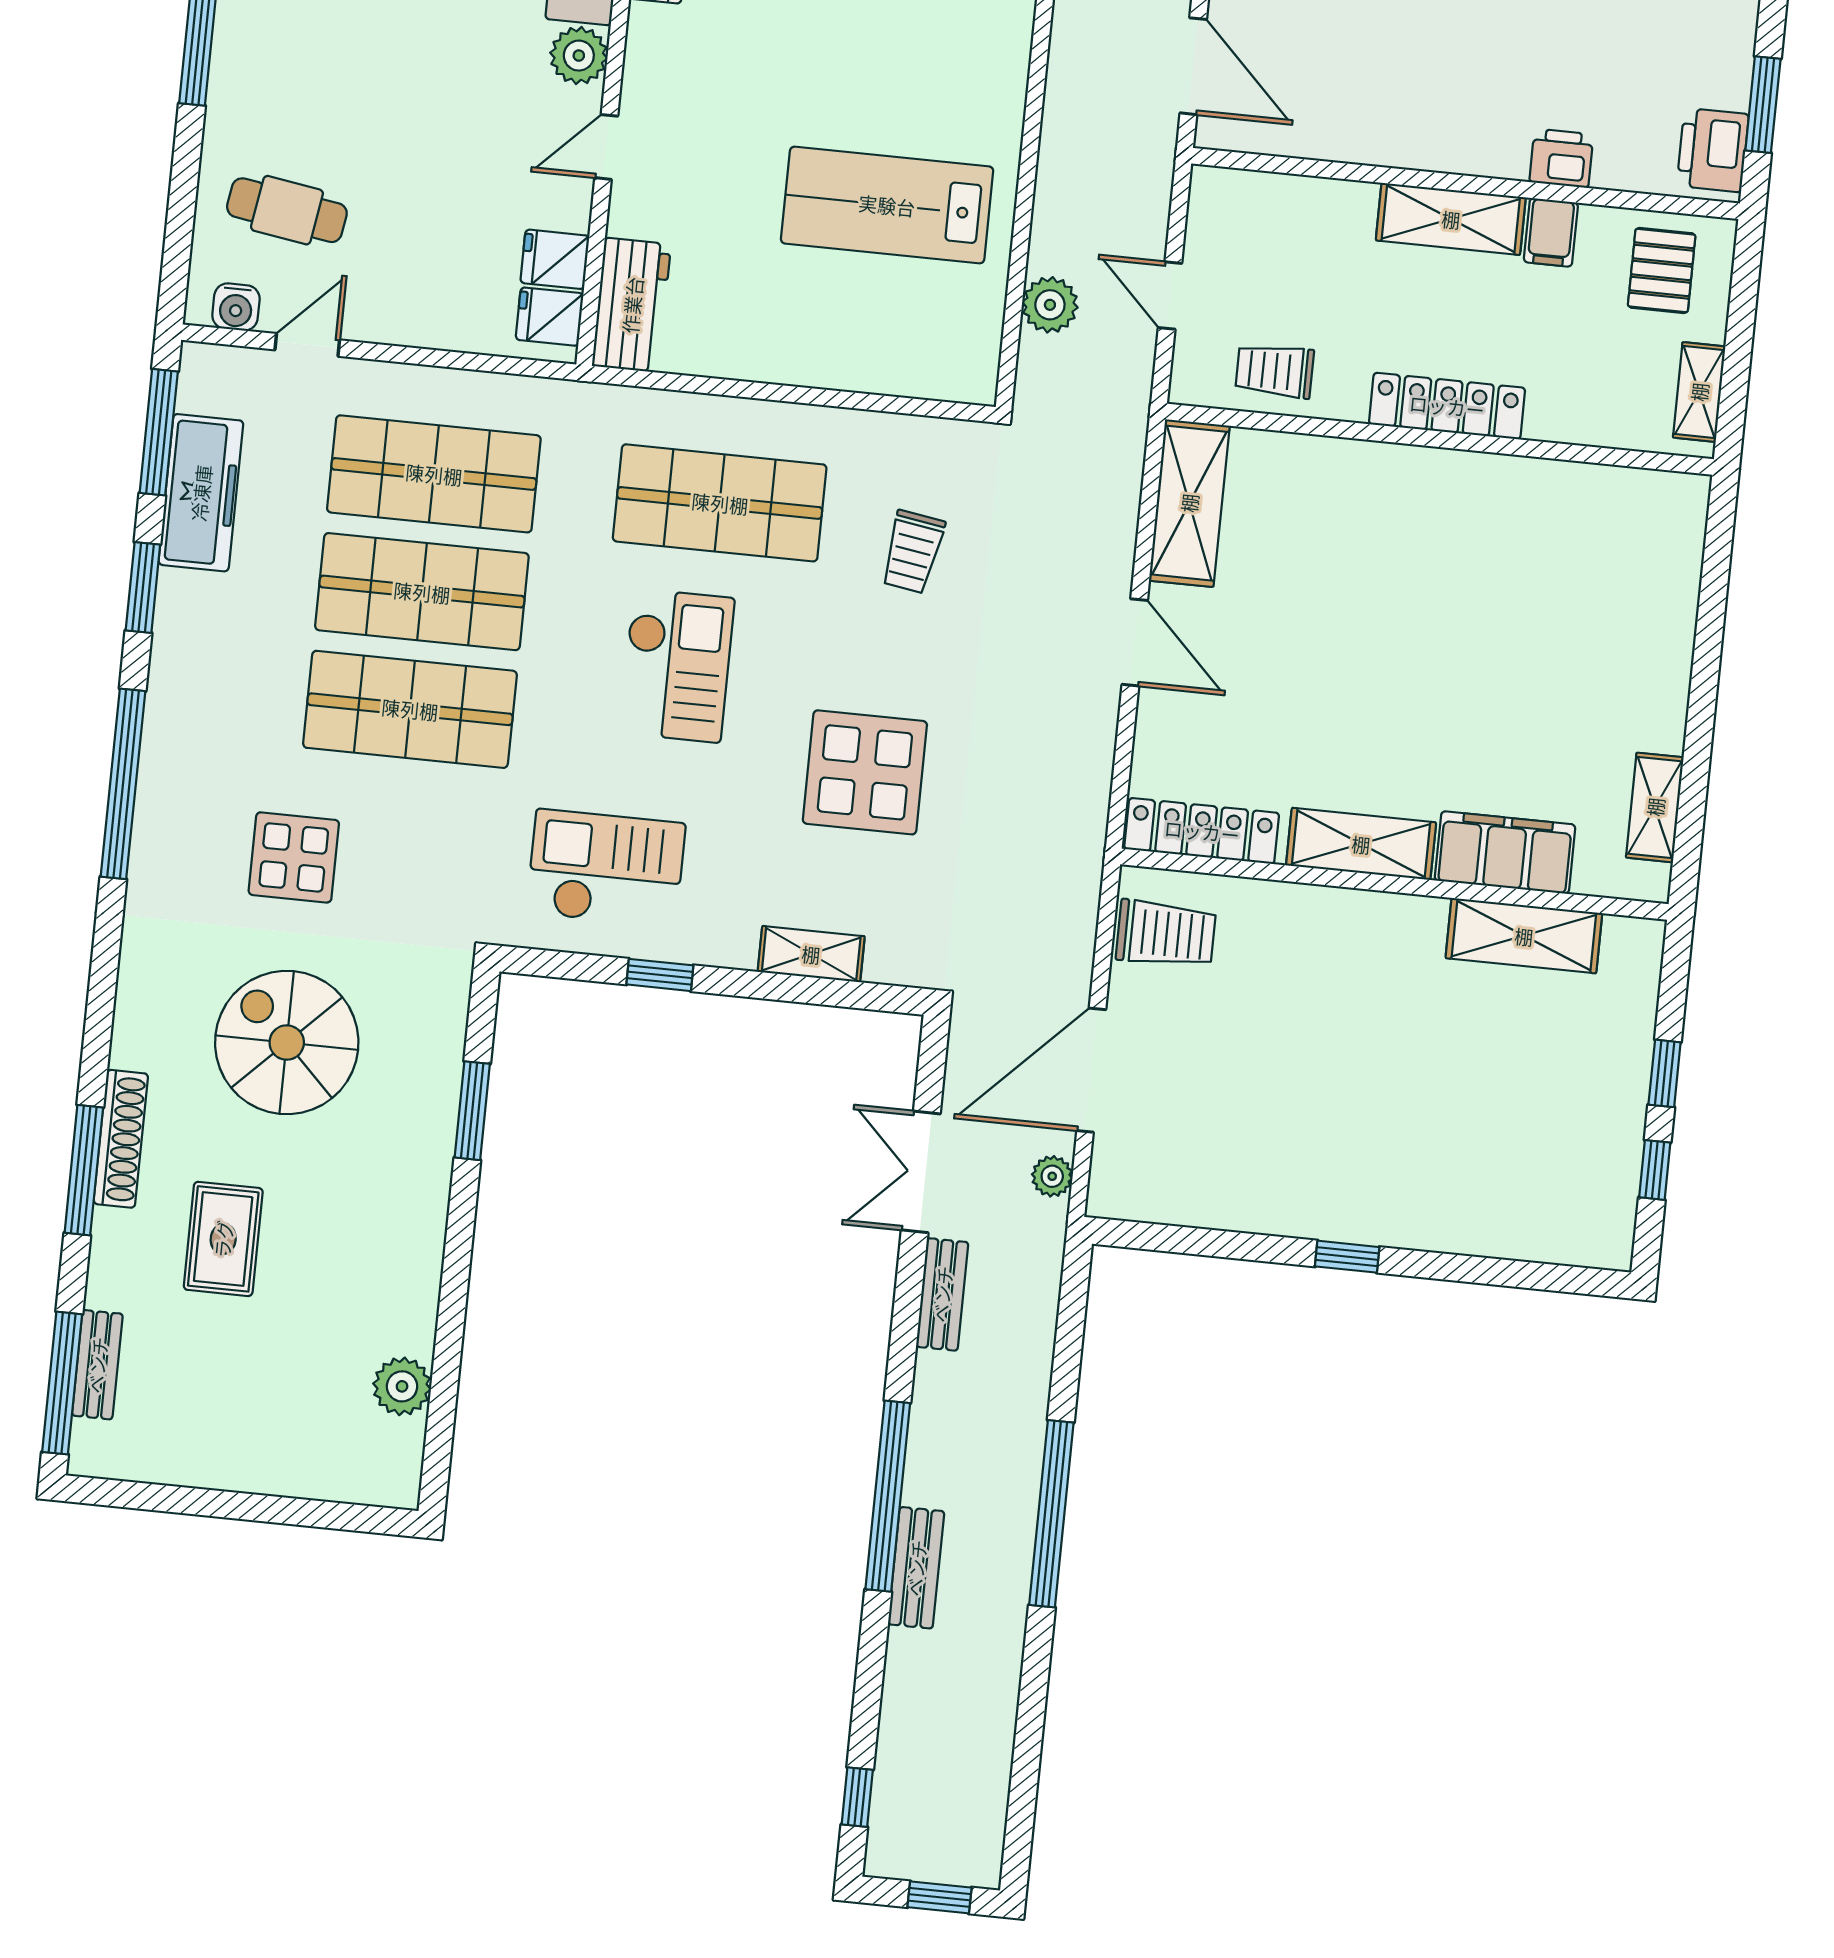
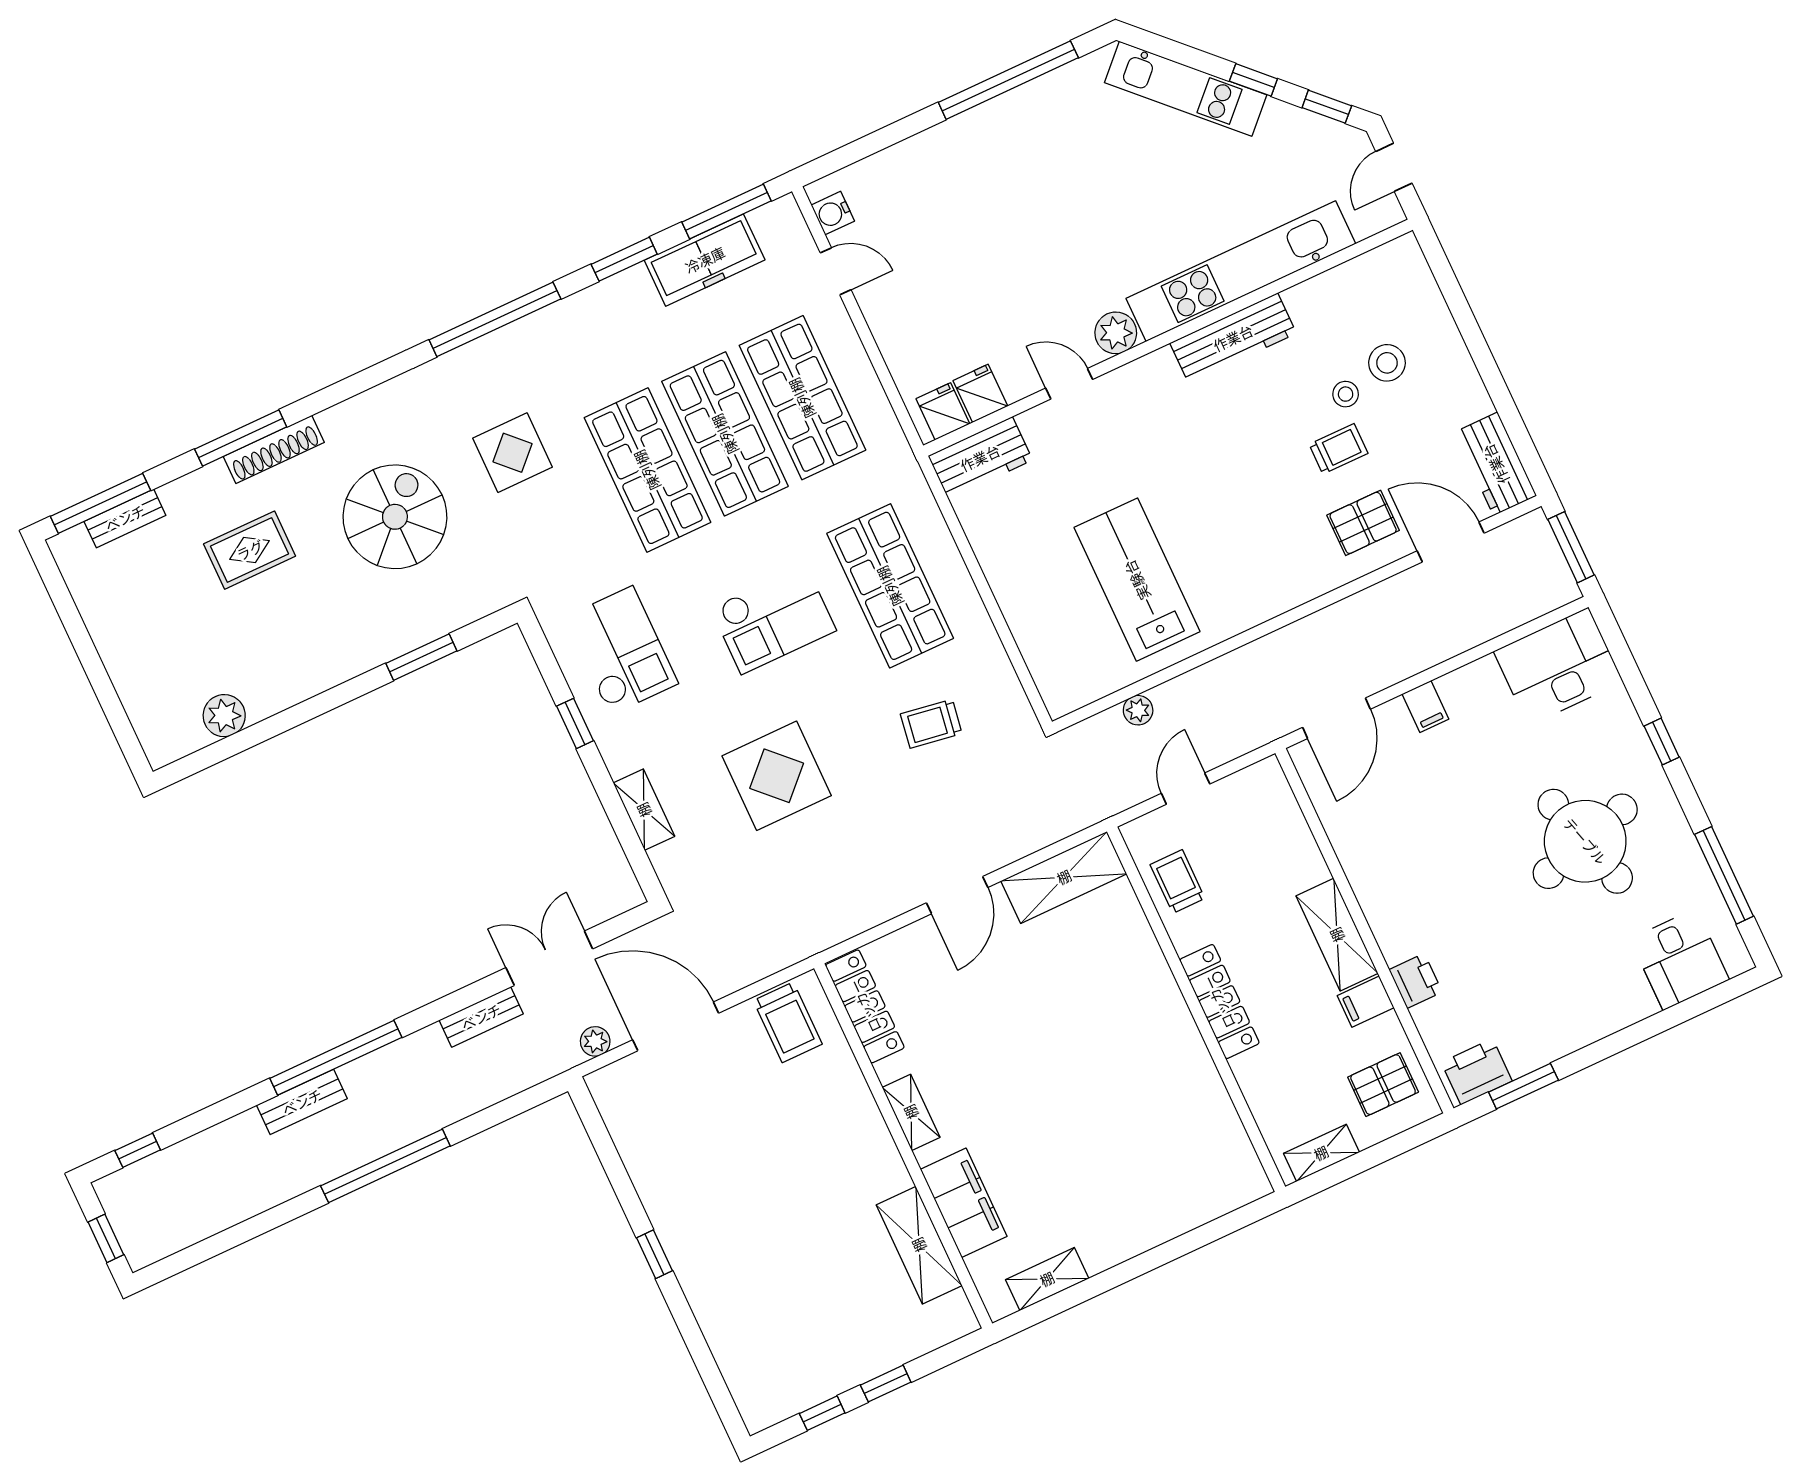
cafe table: (287, 210) -> (912, 209), removed
plant: (1050, 305) -> (1138, 710), width x0.73, depth x0.73
shelving: (1361, 844) -> (911, 1112), width x0.67, depth x0.75

